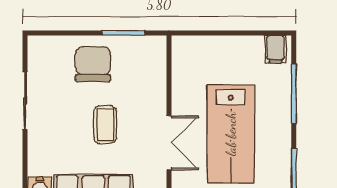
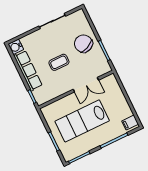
chair: (93, 64) -> (83, 44), turned -114
double door: (169, 143) -> (86, 85), moved

